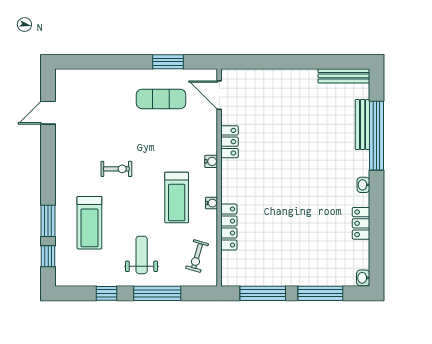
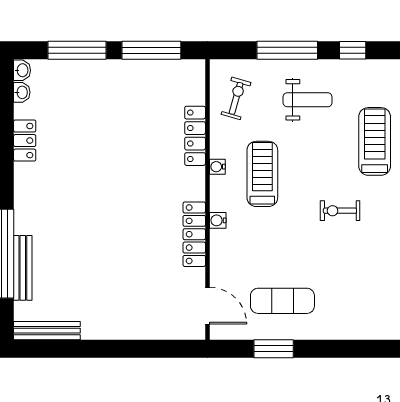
locker: (229, 142) -> (194, 234), width x1.53
washbasin: (363, 185) -> (22, 92), moved
weight bench: (142, 255) -> (308, 100), turned -90

